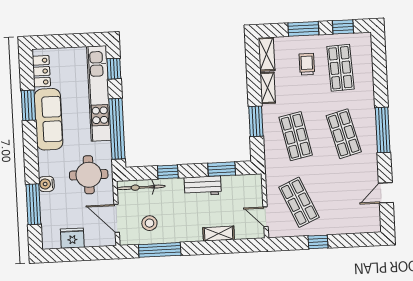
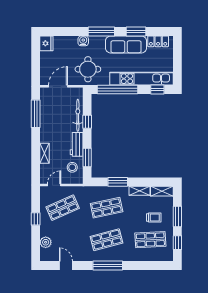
bicycle: (141, 187) -> (78, 115), moved
window: (33, 204) -> (101, 32), moved
stool: (149, 223) -> (72, 167), moved
plant: (352, 225) -> (46, 242), added
fridge: (72, 238) -> (46, 43), moved

